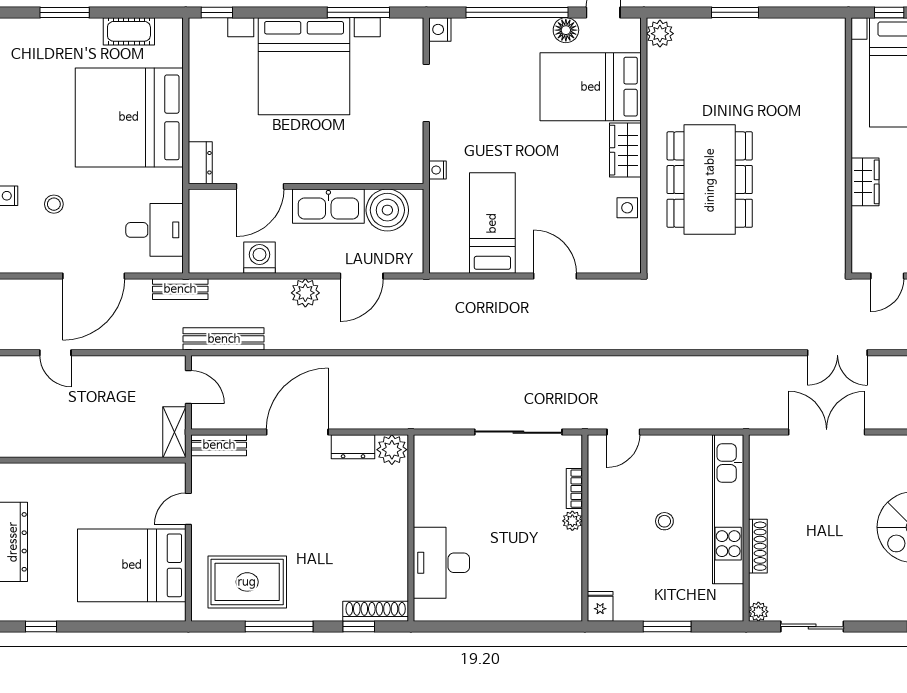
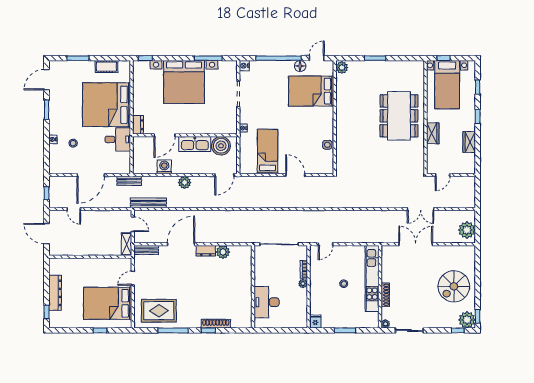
wardrobe: (625, 150) -> (327, 119), removed
dining table: (710, 180) -> (399, 116), moved
desk: (155, 230) -> (118, 139), moved
door: (362, 276) -> (224, 175), moved
wall: (411, 528) -> (253, 287), moved
desk: (441, 563) -> (267, 302), moved
window: (41, 627) -> (100, 330), moved

